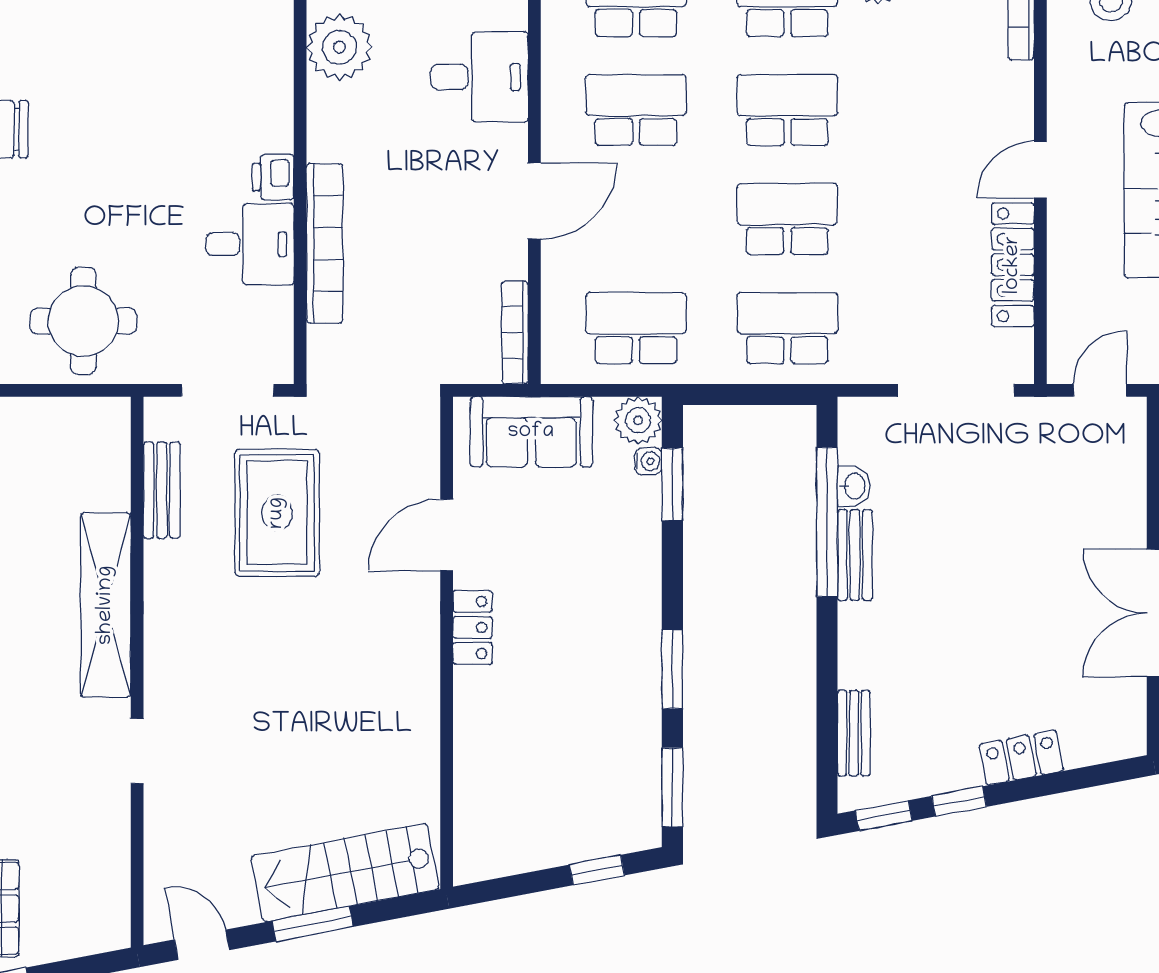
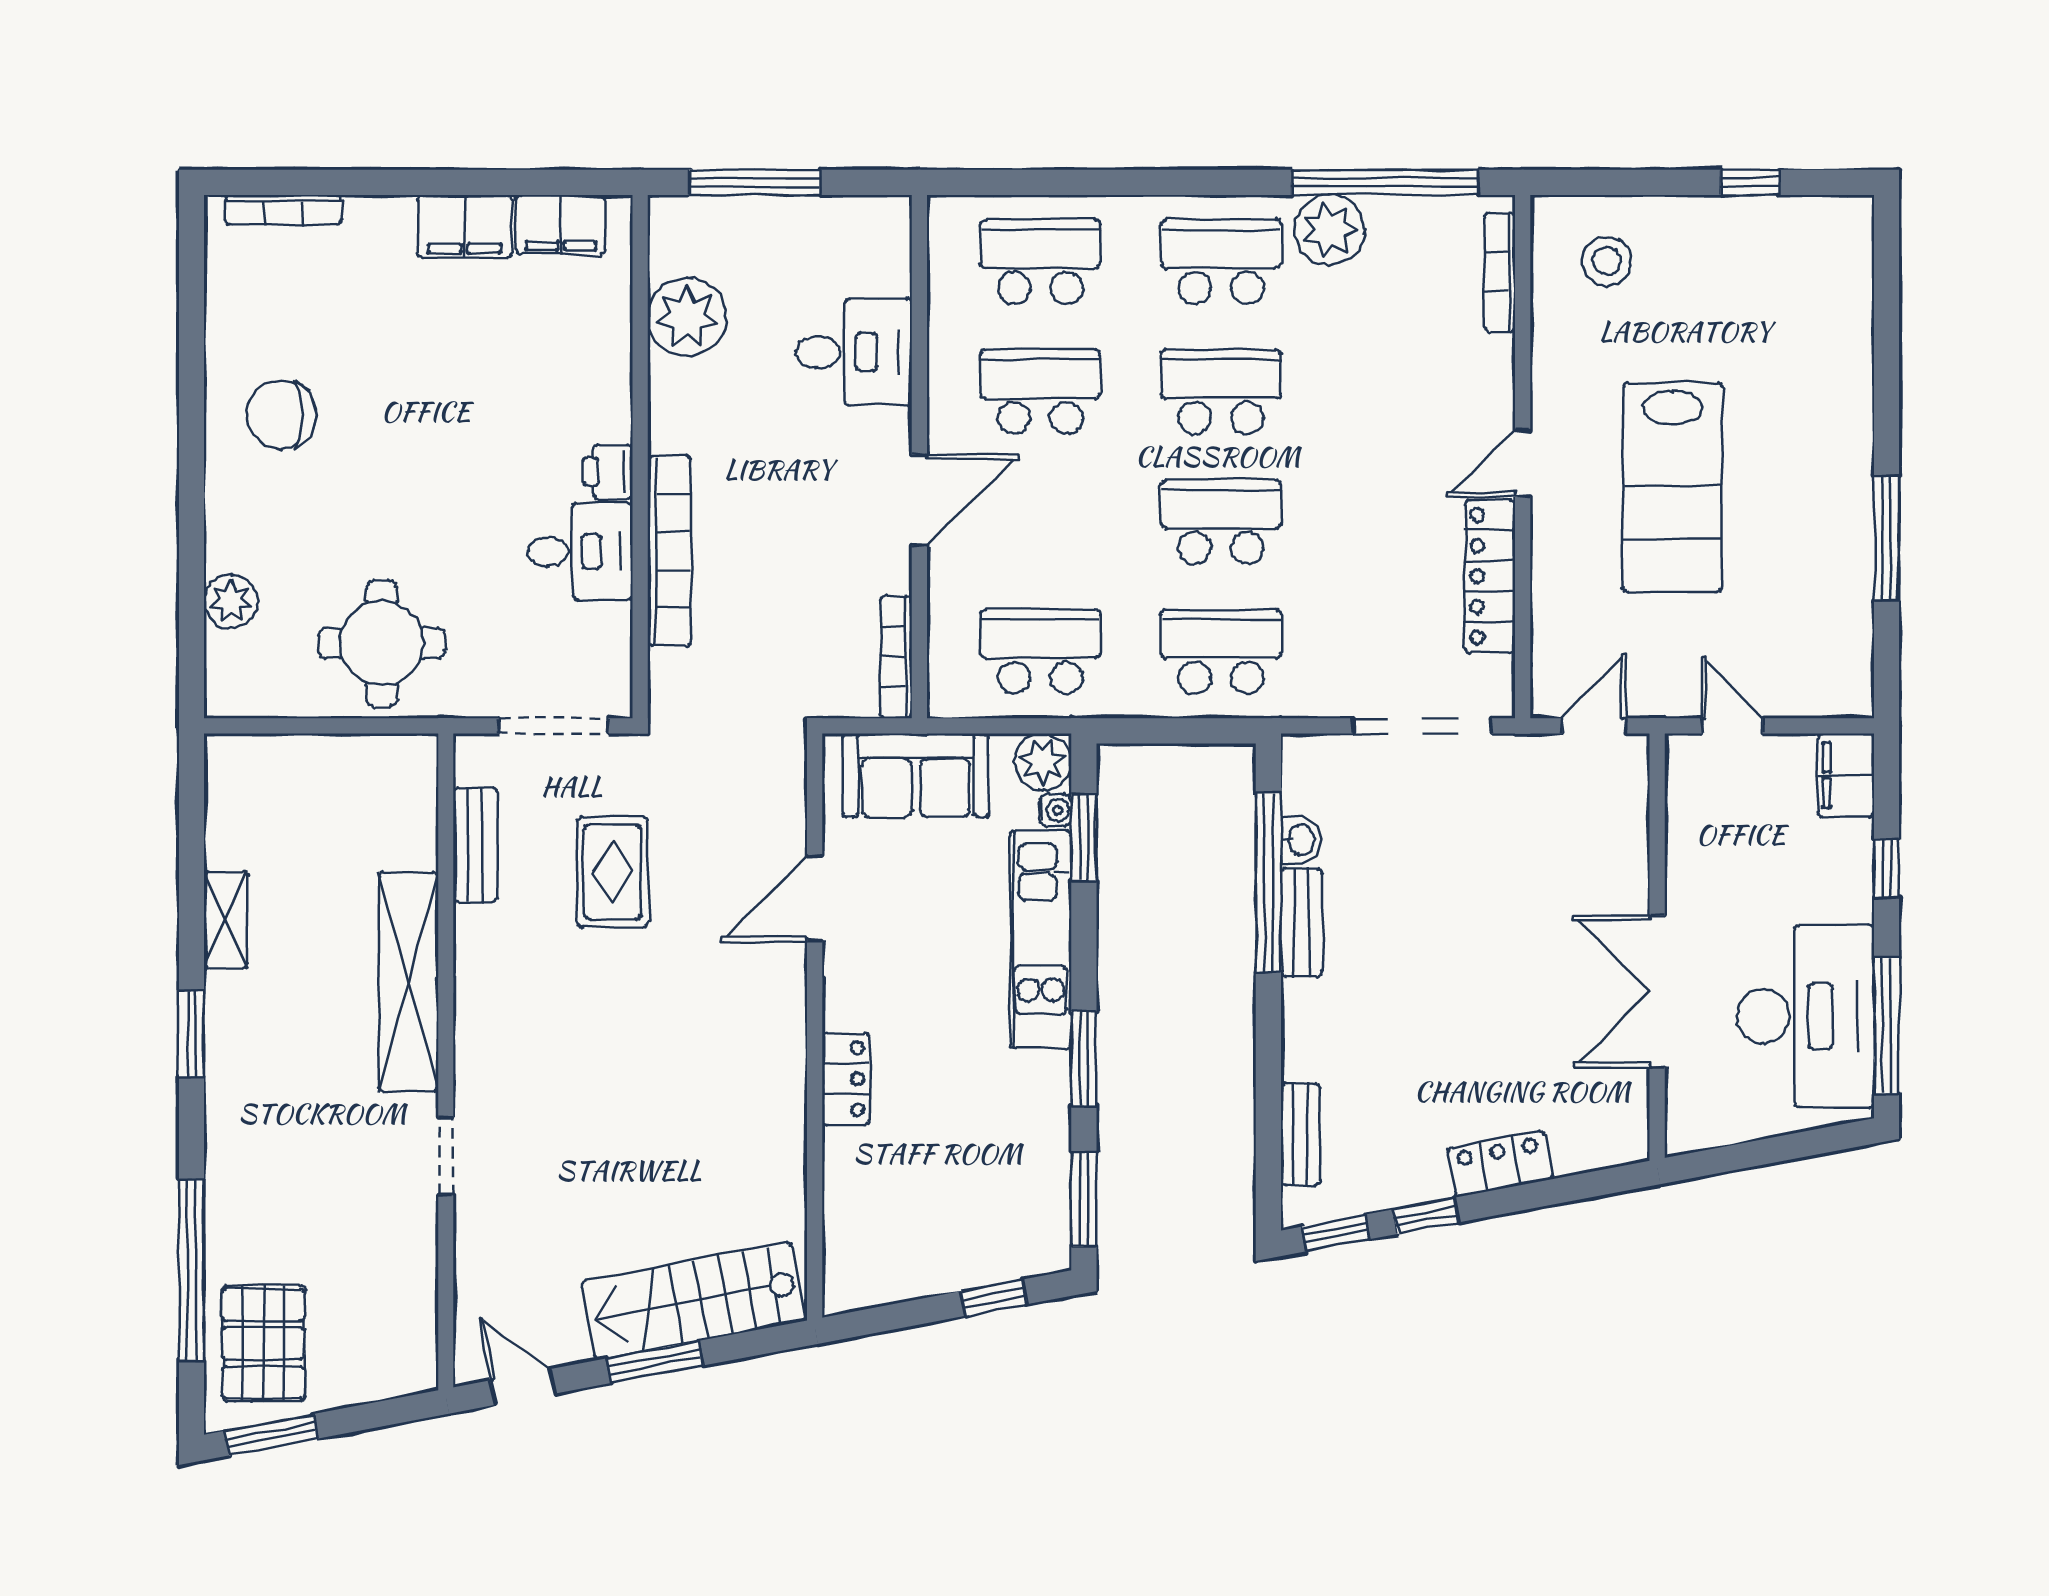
rug: (277, 513) -> (613, 872), width x0.73, depth x0.70
kitchen unit: (636, 570) -> (1041, 940), added
locker: (473, 627) -> (846, 1079), moved

